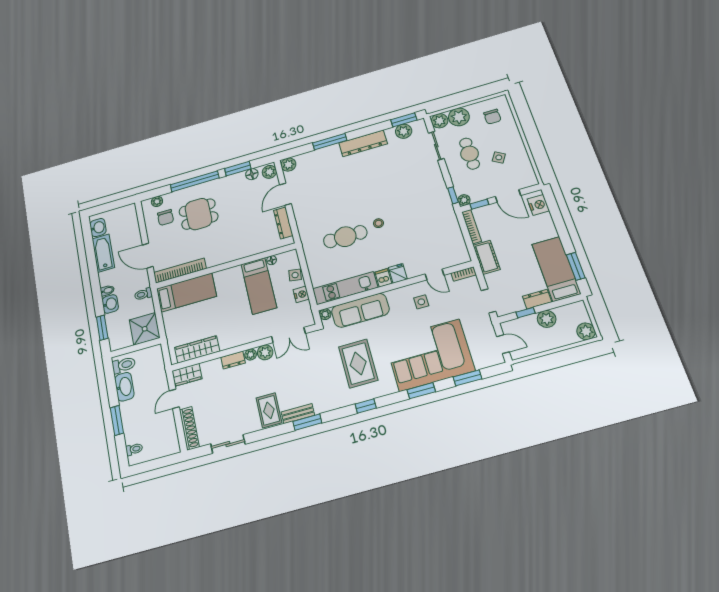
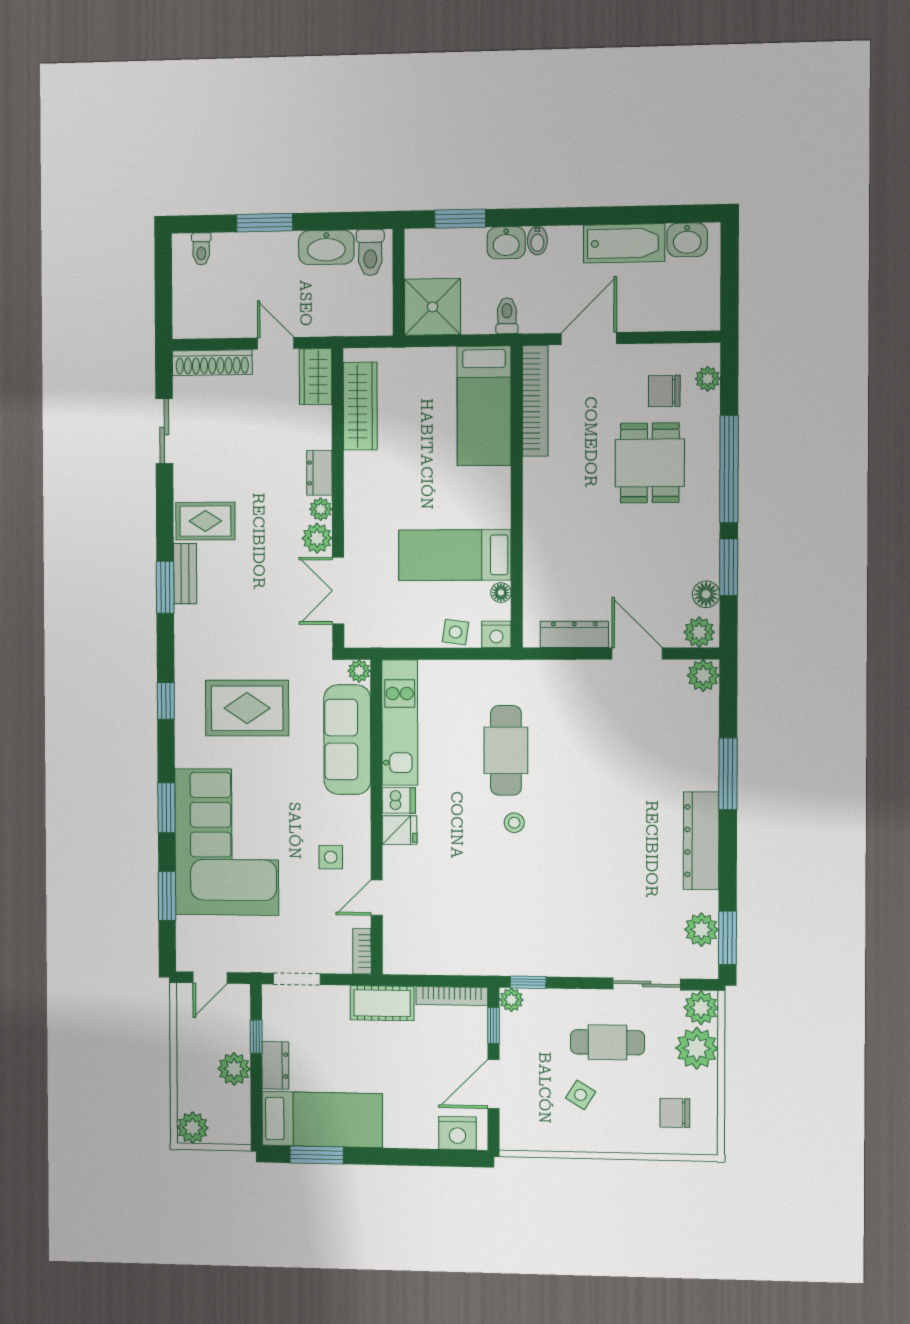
nightstand: (301, 294) -> (496, 634), moved

